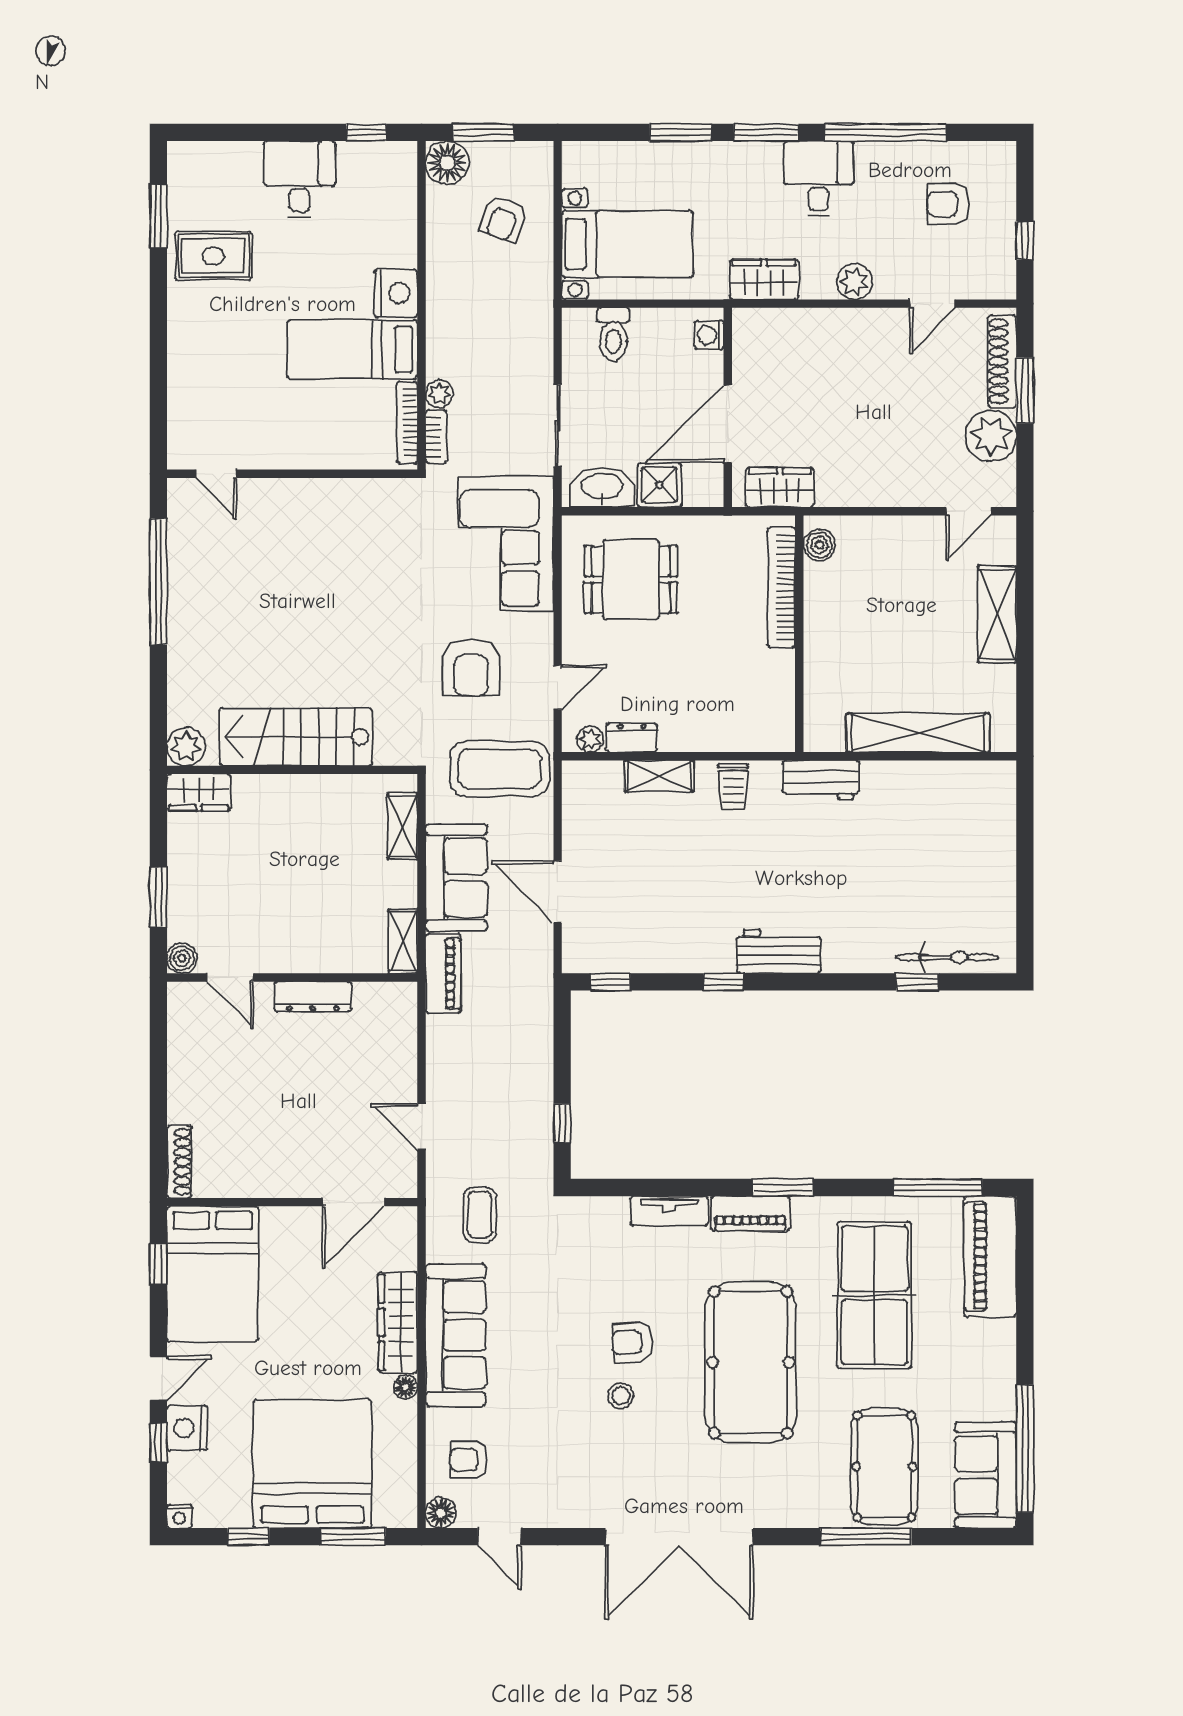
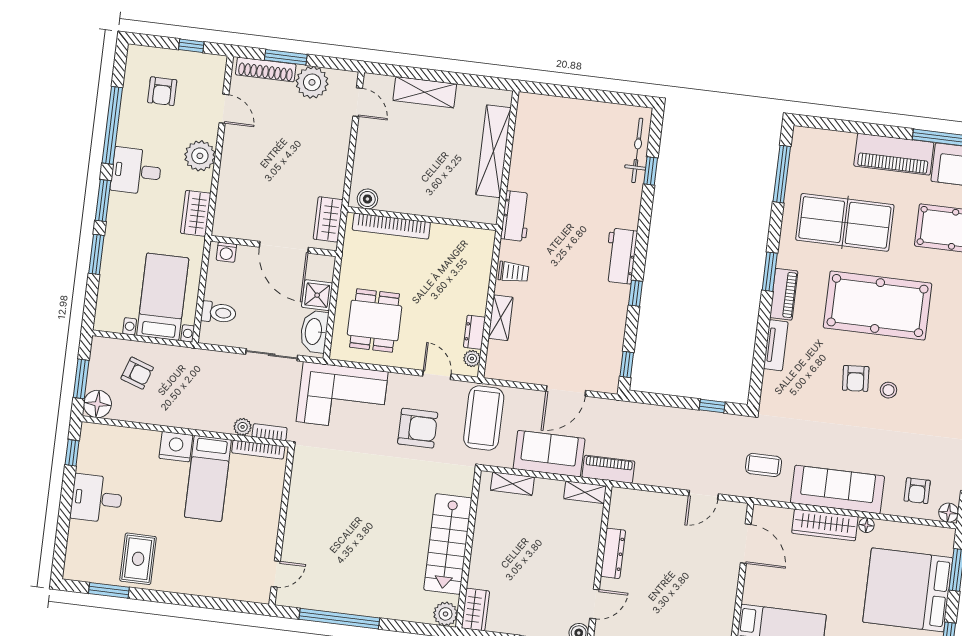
plant: (855, 282) -> (200, 156), width x1.36, depth x1.36
piano: (990, 1256) -> (894, 154), moved

